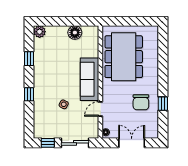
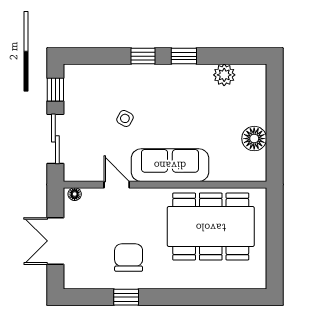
plant: (40, 32) -> (224, 75), moved
window: (29, 59) -> (184, 56), moved
chair: (141, 102) -> (129, 258), turned 90
double door: (132, 143) -> (55, 241), swing flipped

